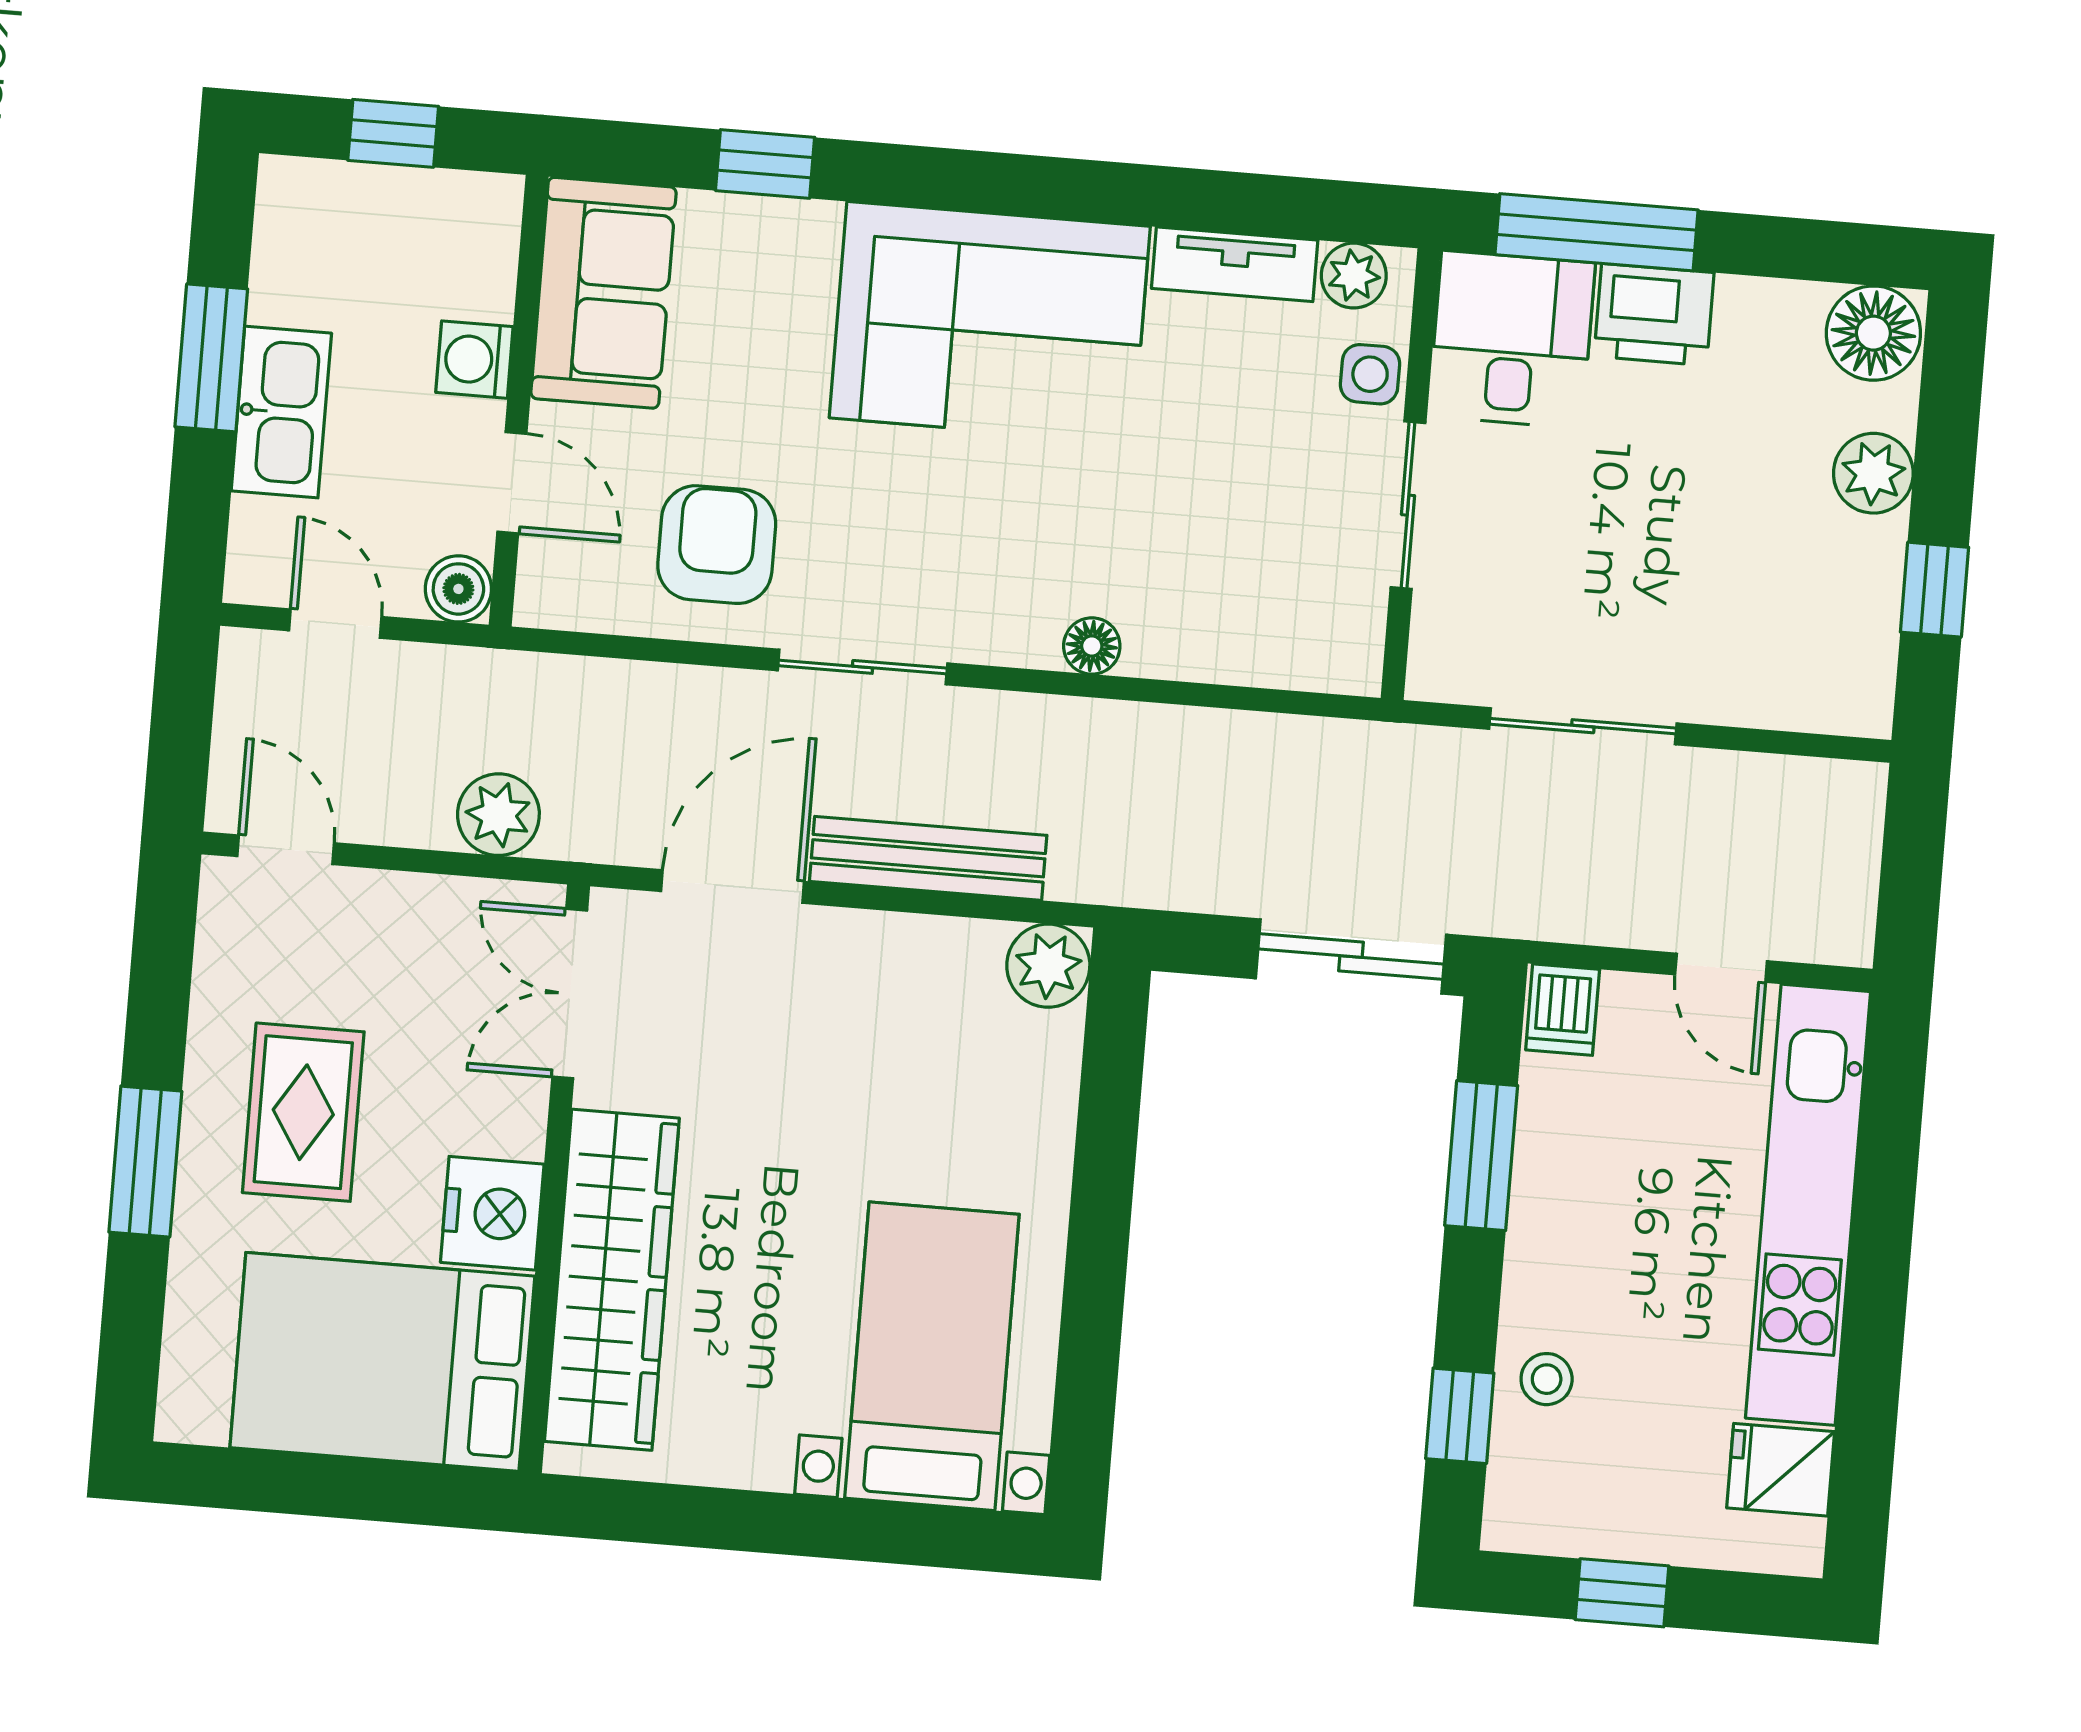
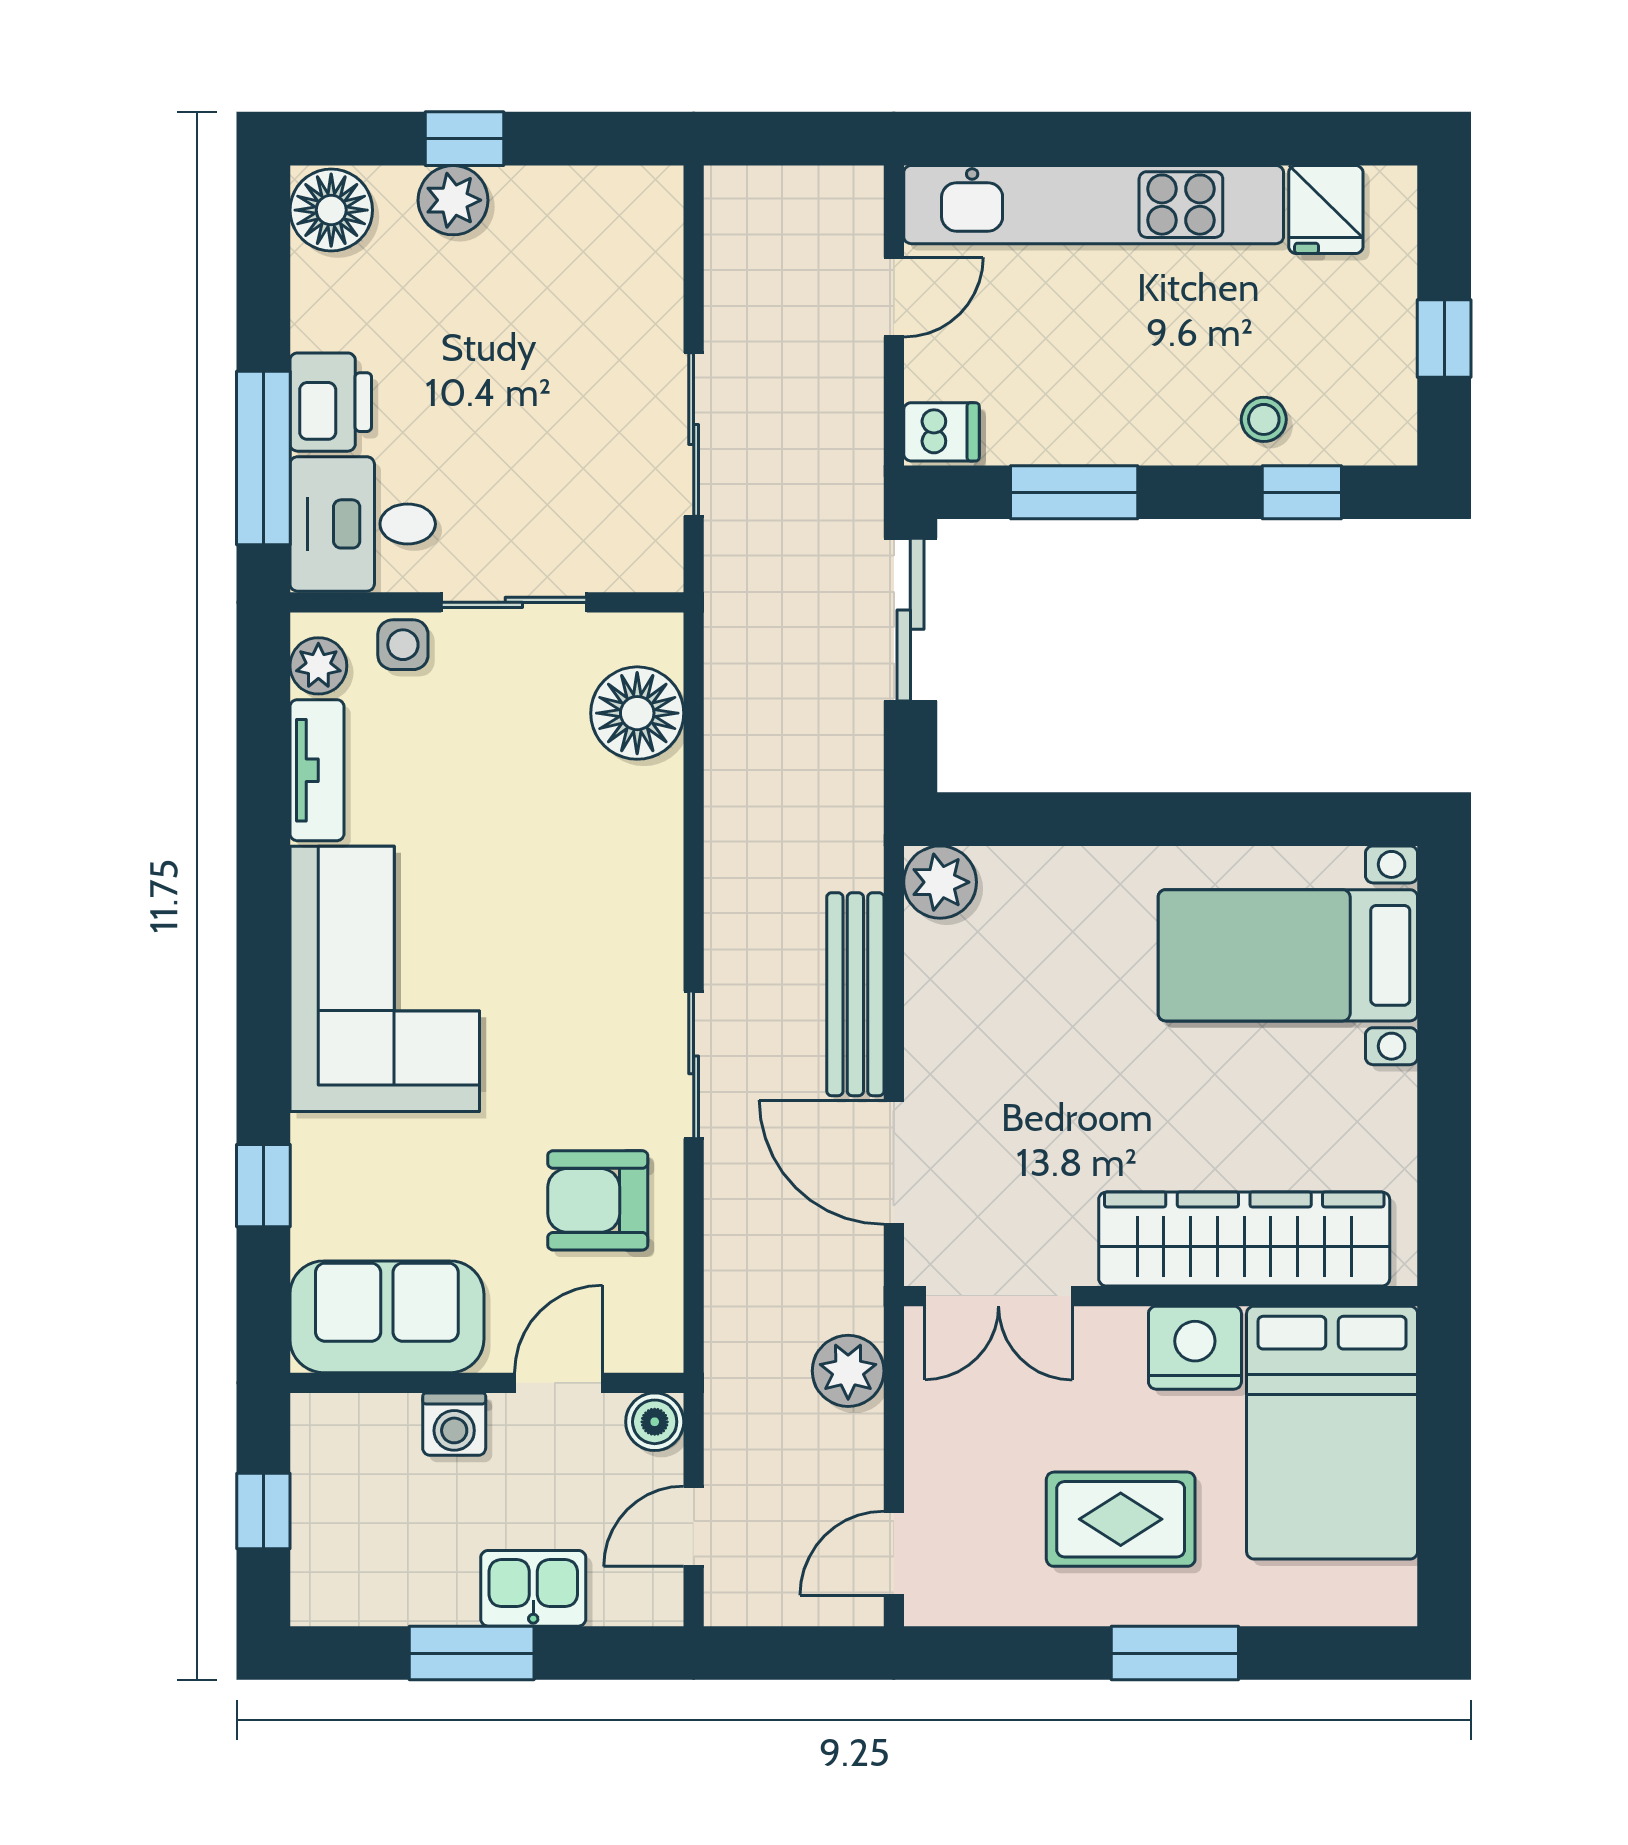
kitchen sink: (281, 412) -> (533, 1588), width x0.73
window: (1934, 590) -> (464, 139), moved
floor lamp: (1092, 646) -> (637, 713), moved, width x1.89, depth x1.89

